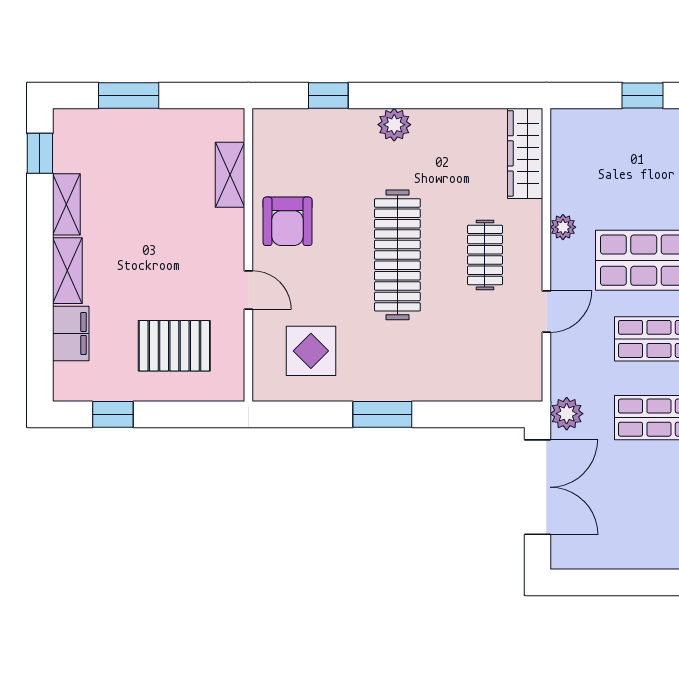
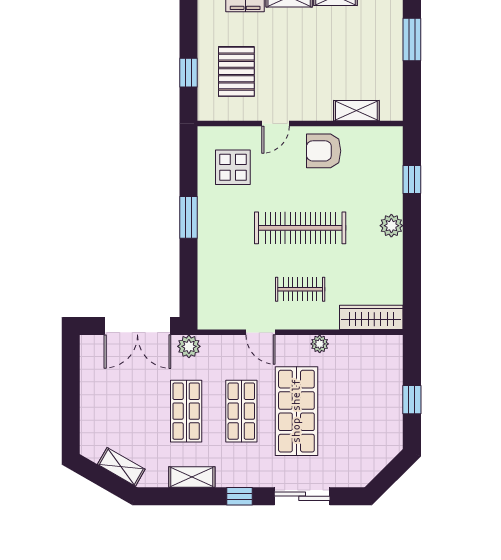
window: (113, 414) -> (188, 73), moved

